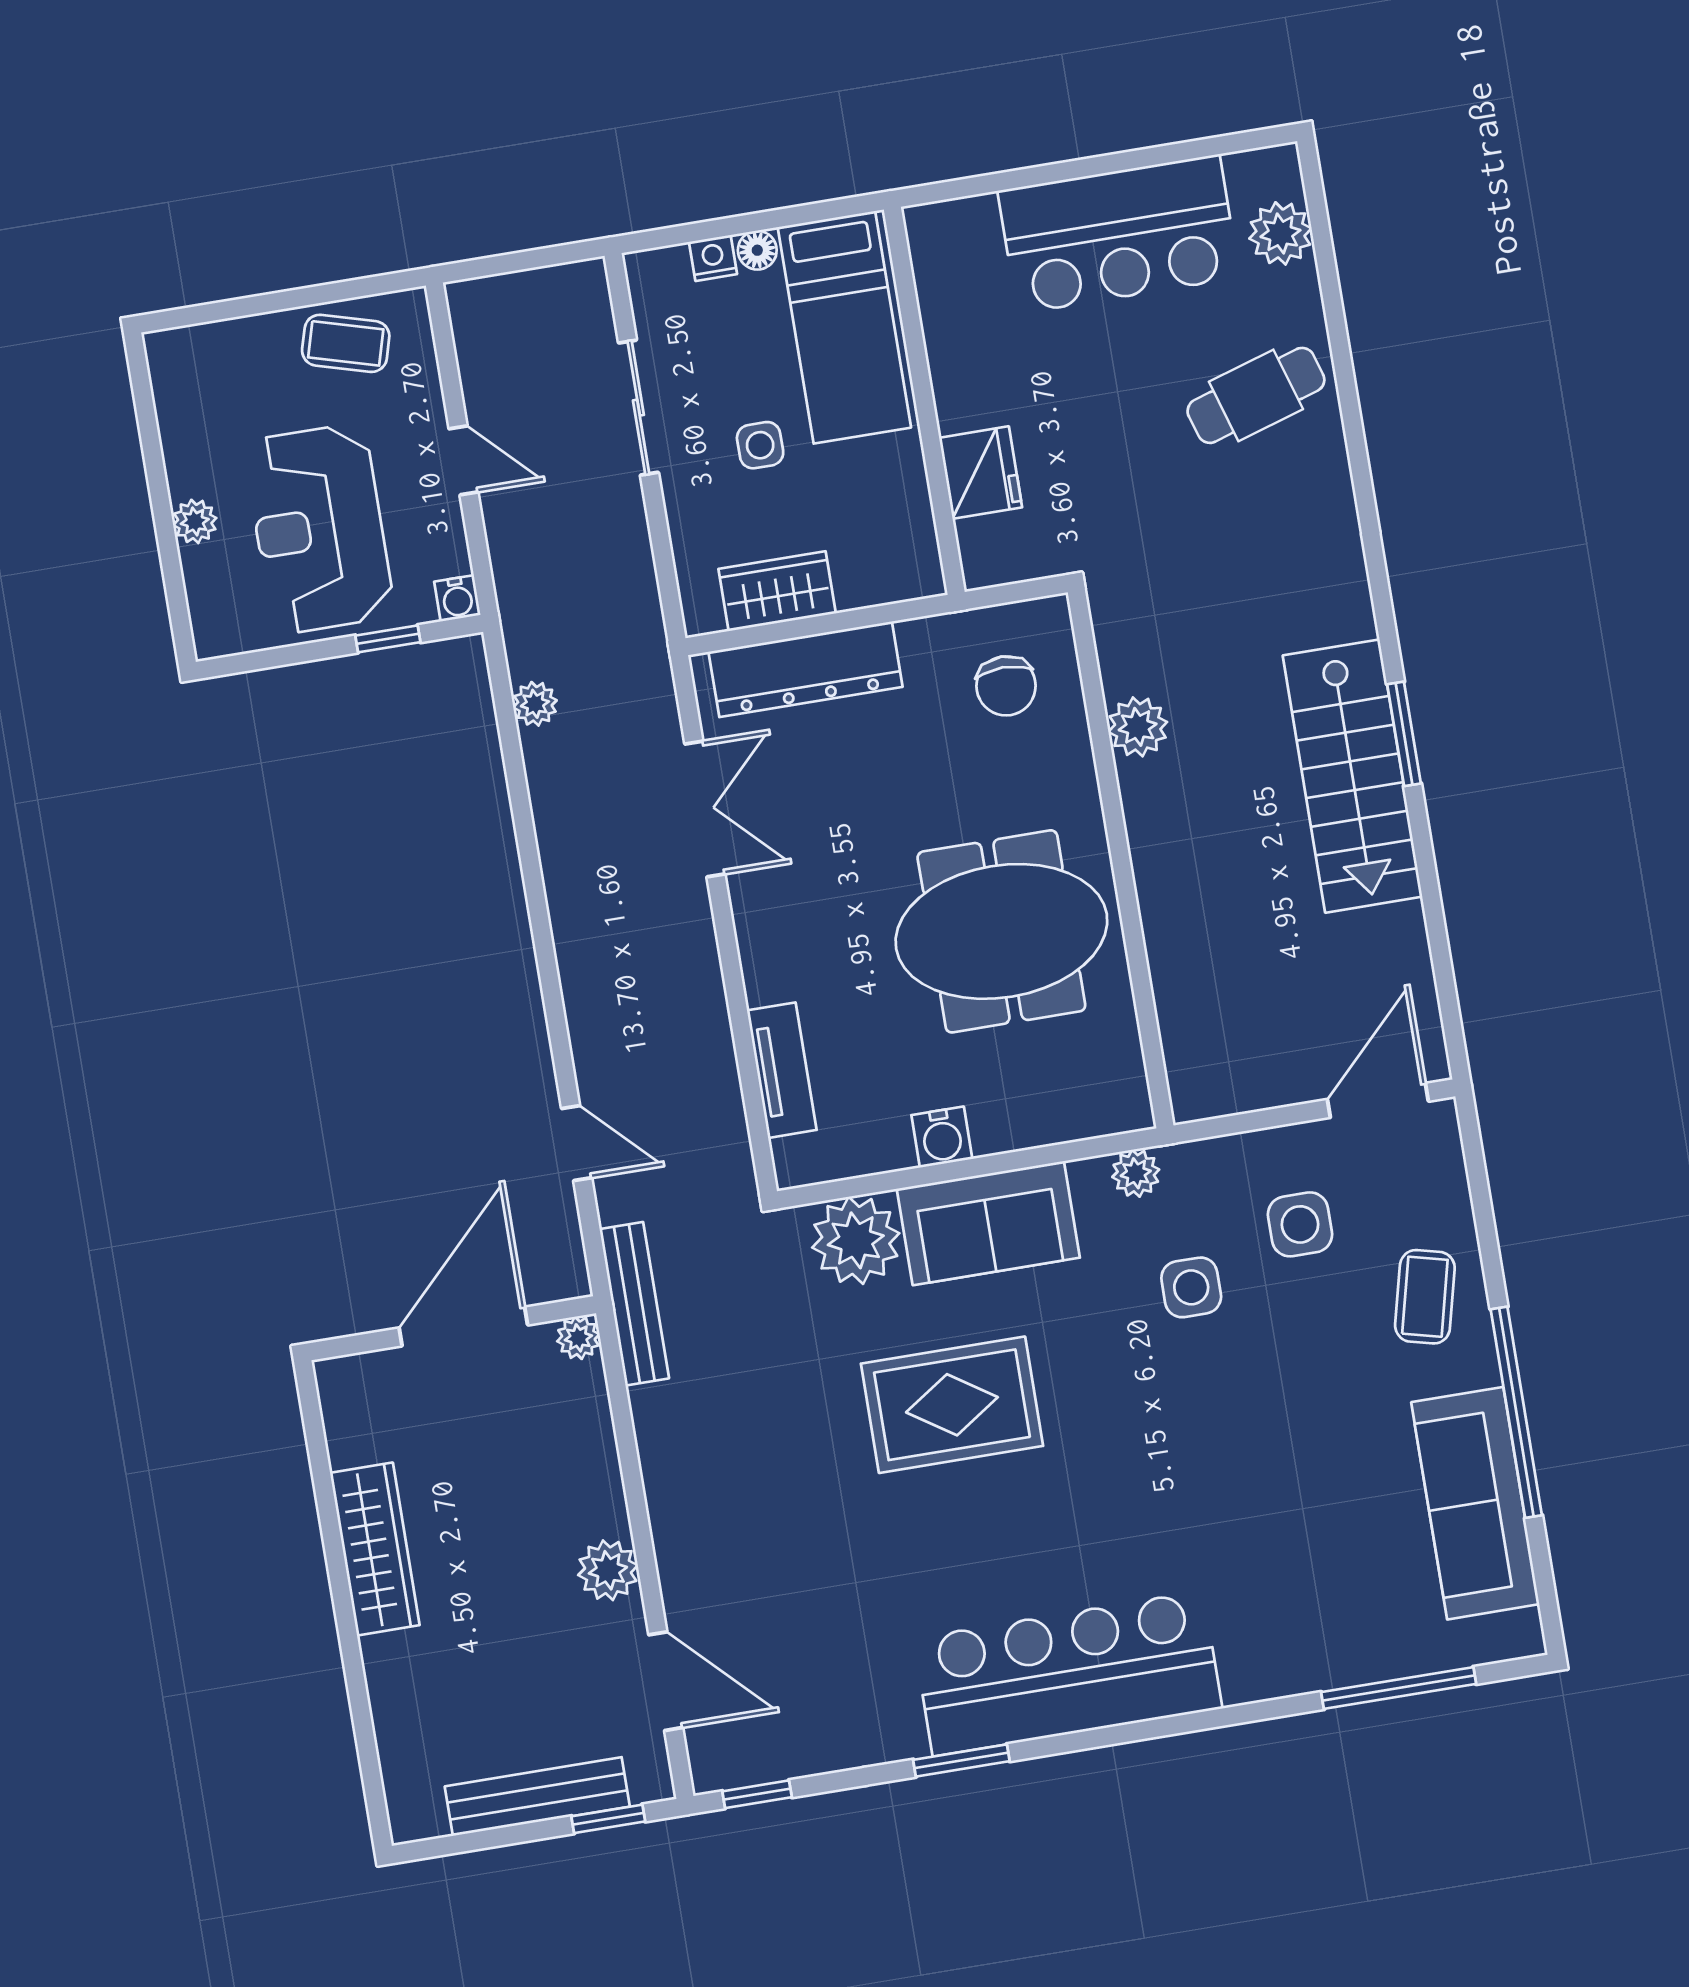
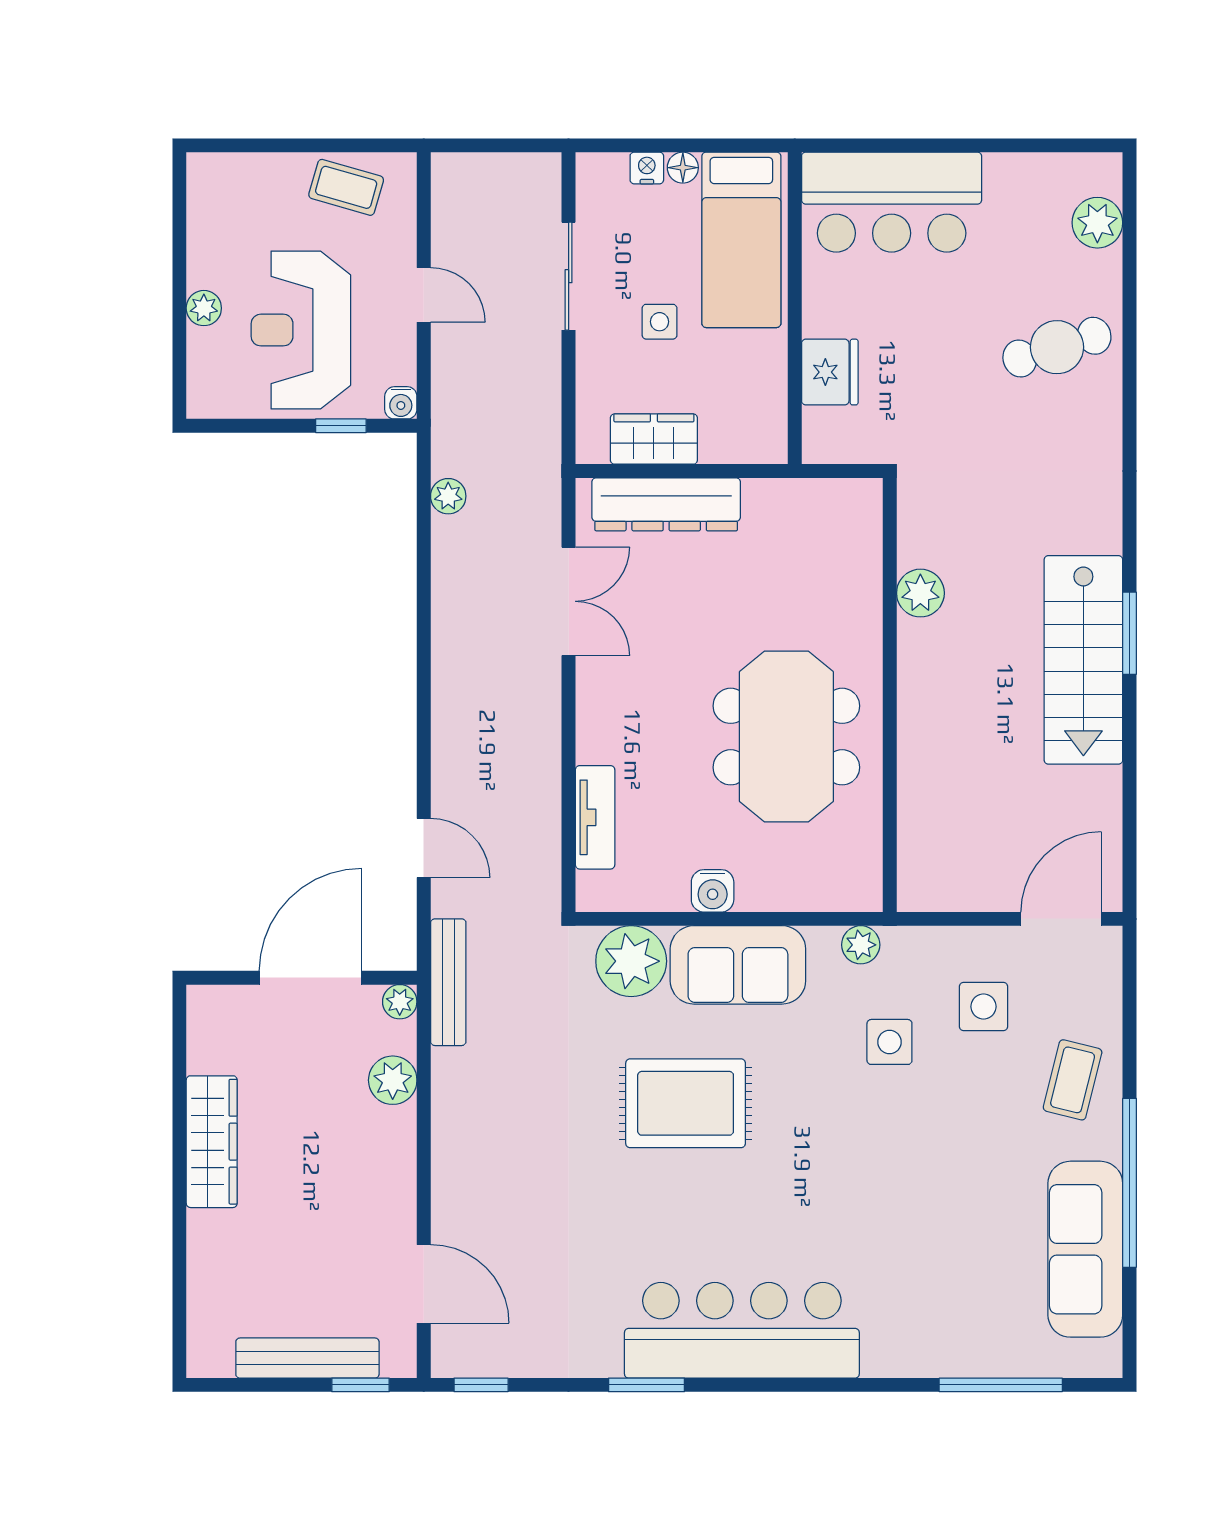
bar counter: (1119, 234) -> (892, 202), moved
chair: (1006, 686) -> (822, 544), removed
meeting table: (1001, 931) -> (786, 737), turned 90
plant: (608, 1570) -> (393, 1080), moved

